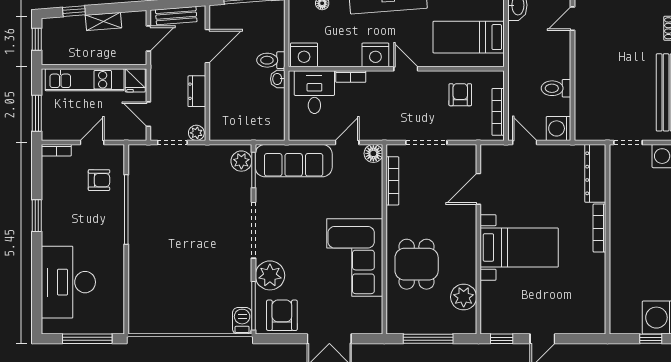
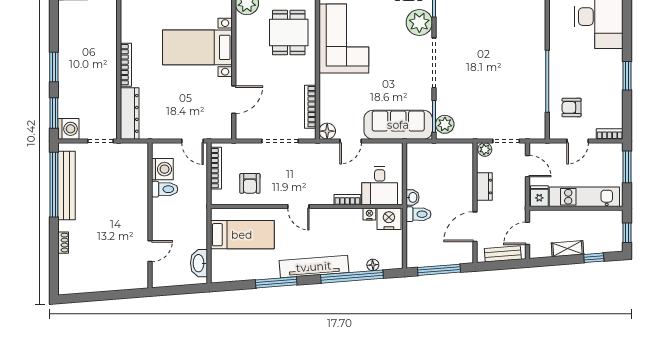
nightstand: (375, 55) -> (369, 214), moved, width x0.53, depth x0.56
washing machine: (558, 128) -> (162, 169), moved

